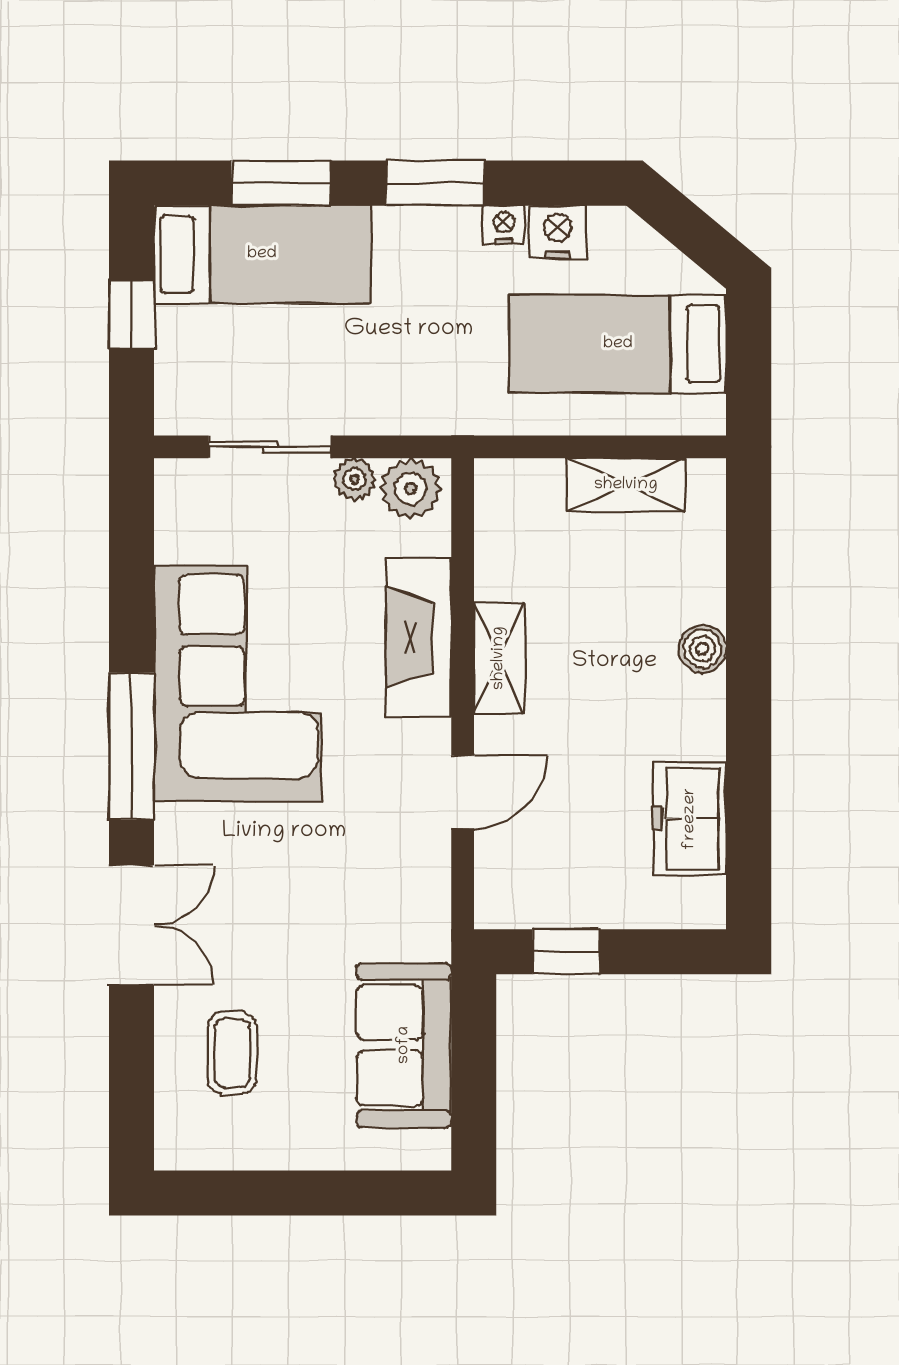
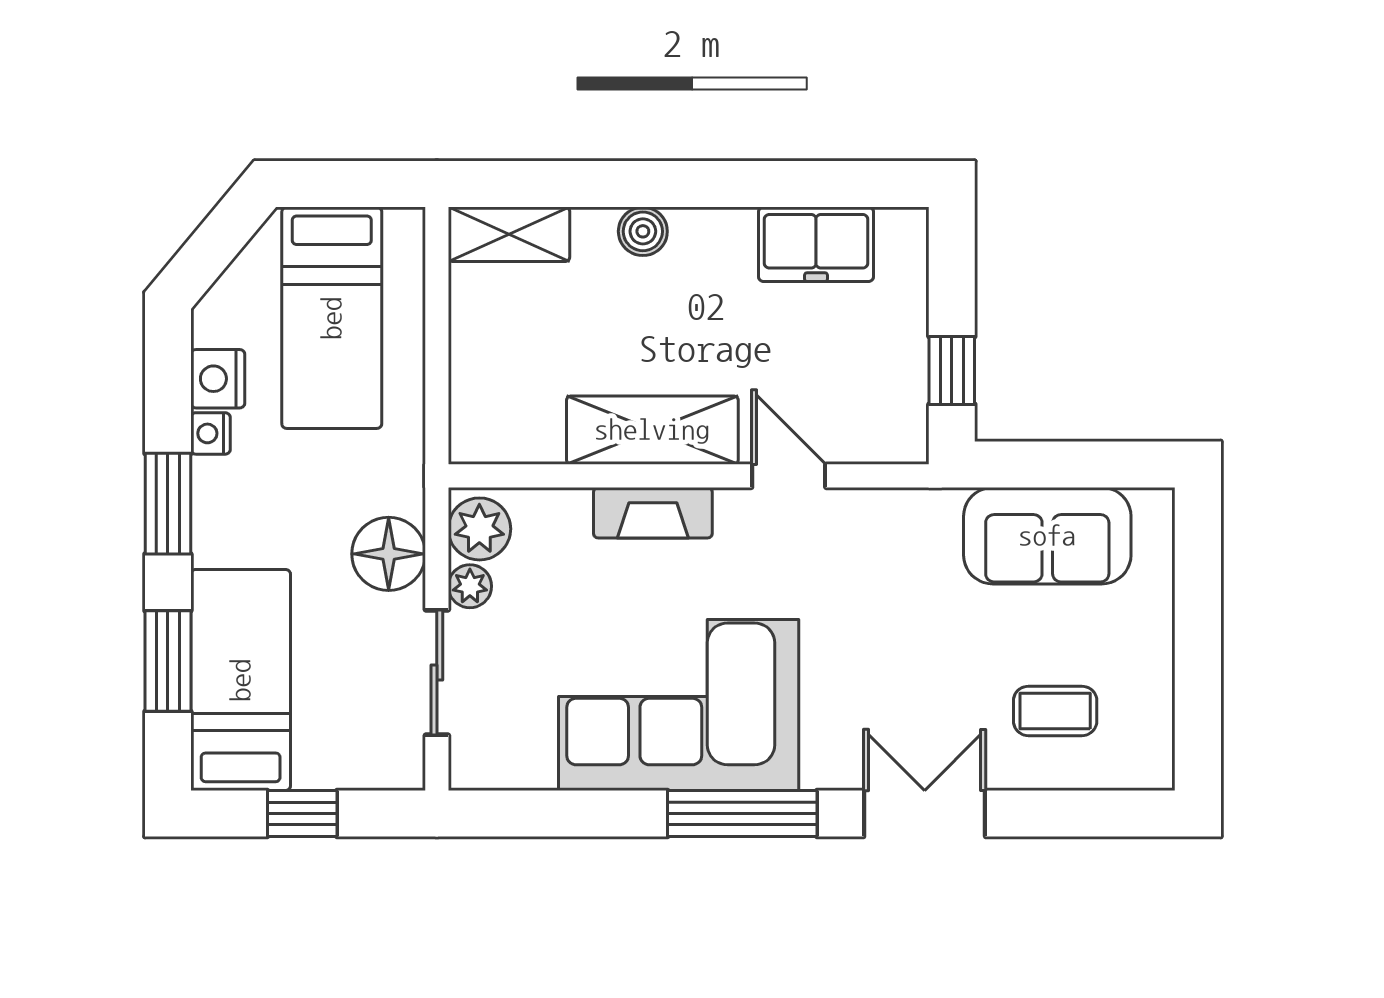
floor lamp: (386, 400) -> (389, 554), added
shelving: (626, 485) -> (509, 234), moved, turned 90
fireplace: (419, 637) -> (653, 513), width x0.73, depth x0.76
shelving: (499, 658) -> (652, 430), width x1.50, depth x1.33

